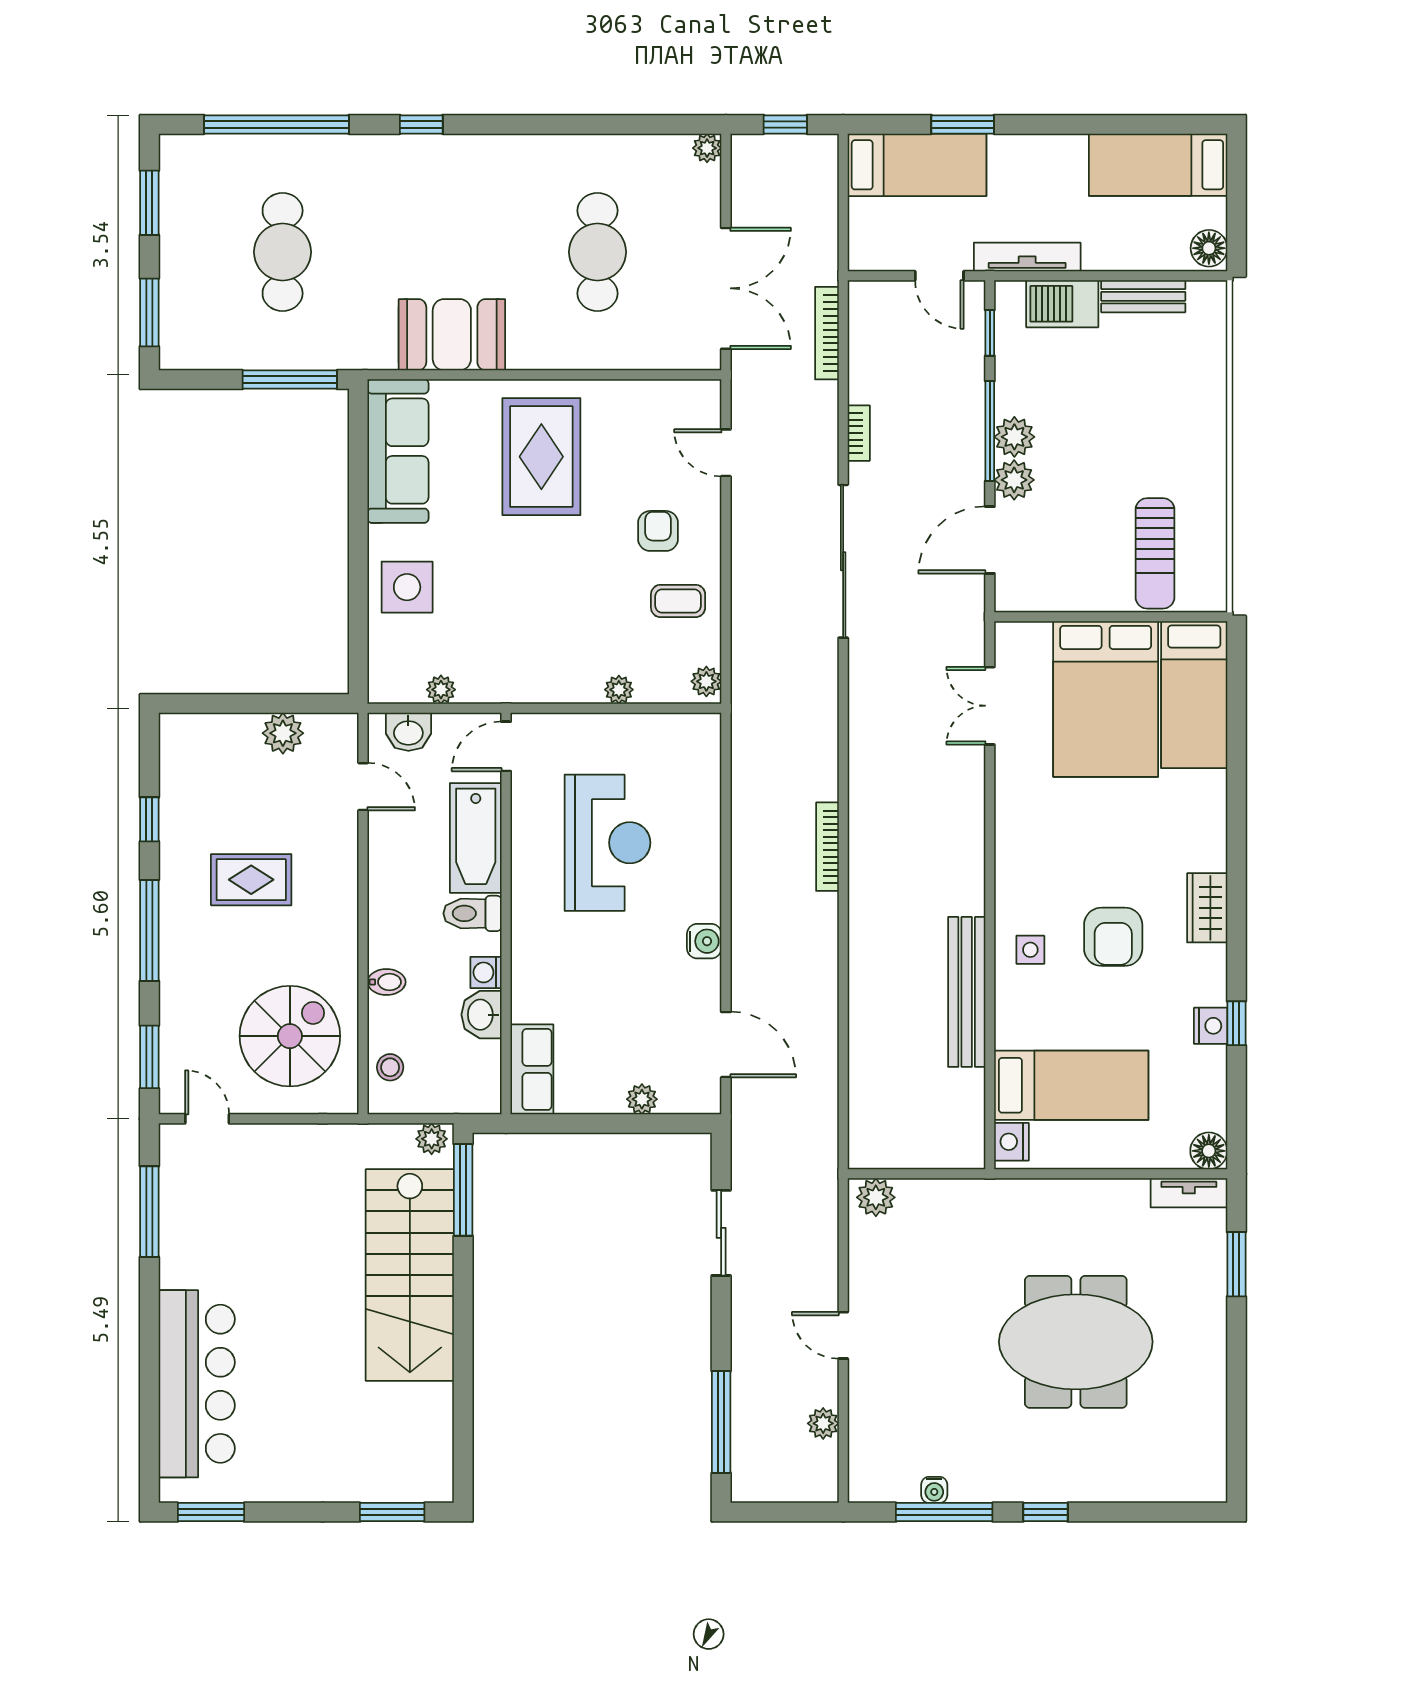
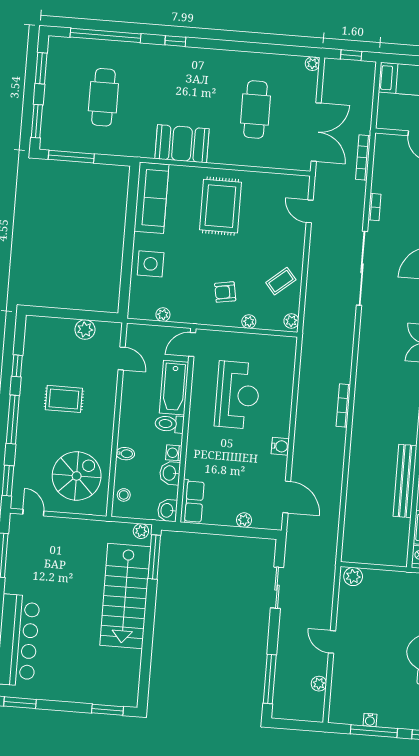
window: (290, 380) -> (71, 157), moved
armchair: (658, 531) -> (225, 292), moved, turned -100
coffee table: (678, 601) -> (281, 281), turned -40
washbasin: (408, 732) -> (167, 510), moved, turned 90

